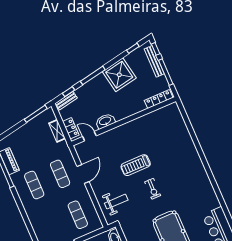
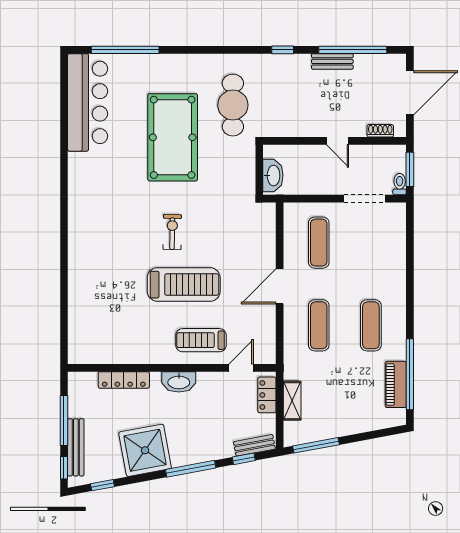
locker: (159, 99) -> (124, 380), moved
washbasin: (105, 121) -> (179, 382), moved
door: (89, 136) -> (241, 368), swing flipped
treadmill: (115, 141) -> (201, 340), added
treadmill: (136, 165) -> (184, 285), width x1.37, depth x1.38
door: (83, 174) -> (280, 286), moved
weight bench: (116, 202) -> (244, 237), removed

